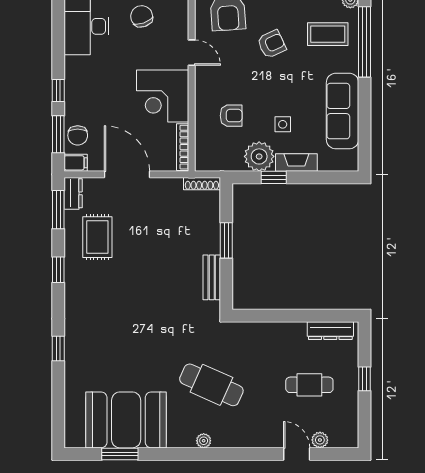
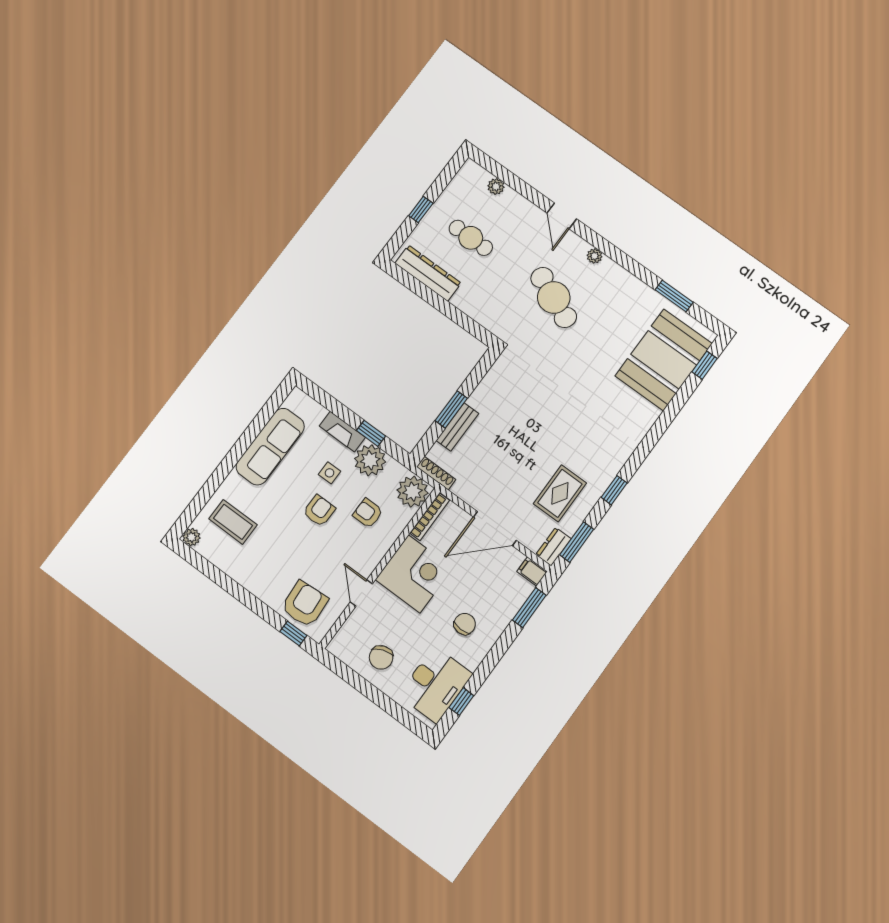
window: (365, 42) -> (207, 492), removed
armchair: (272, 44) -> (319, 511), moved, turned 115
window: (58, 90) -> (461, 702), moved
chair: (78, 135) -> (465, 624), moved
plant: (209, 157) -> (413, 492), added
door: (127, 174) -> (495, 529), hinge flipped
bench: (212, 277) -> (457, 427), moved
dresser: (330, 331) -> (428, 273), width x1.37, depth x1.24
window: (58, 349) -> (704, 365), moved
booth: (126, 420) -> (664, 360), moved, turned 90
door: (297, 454) -> (562, 216), moved

